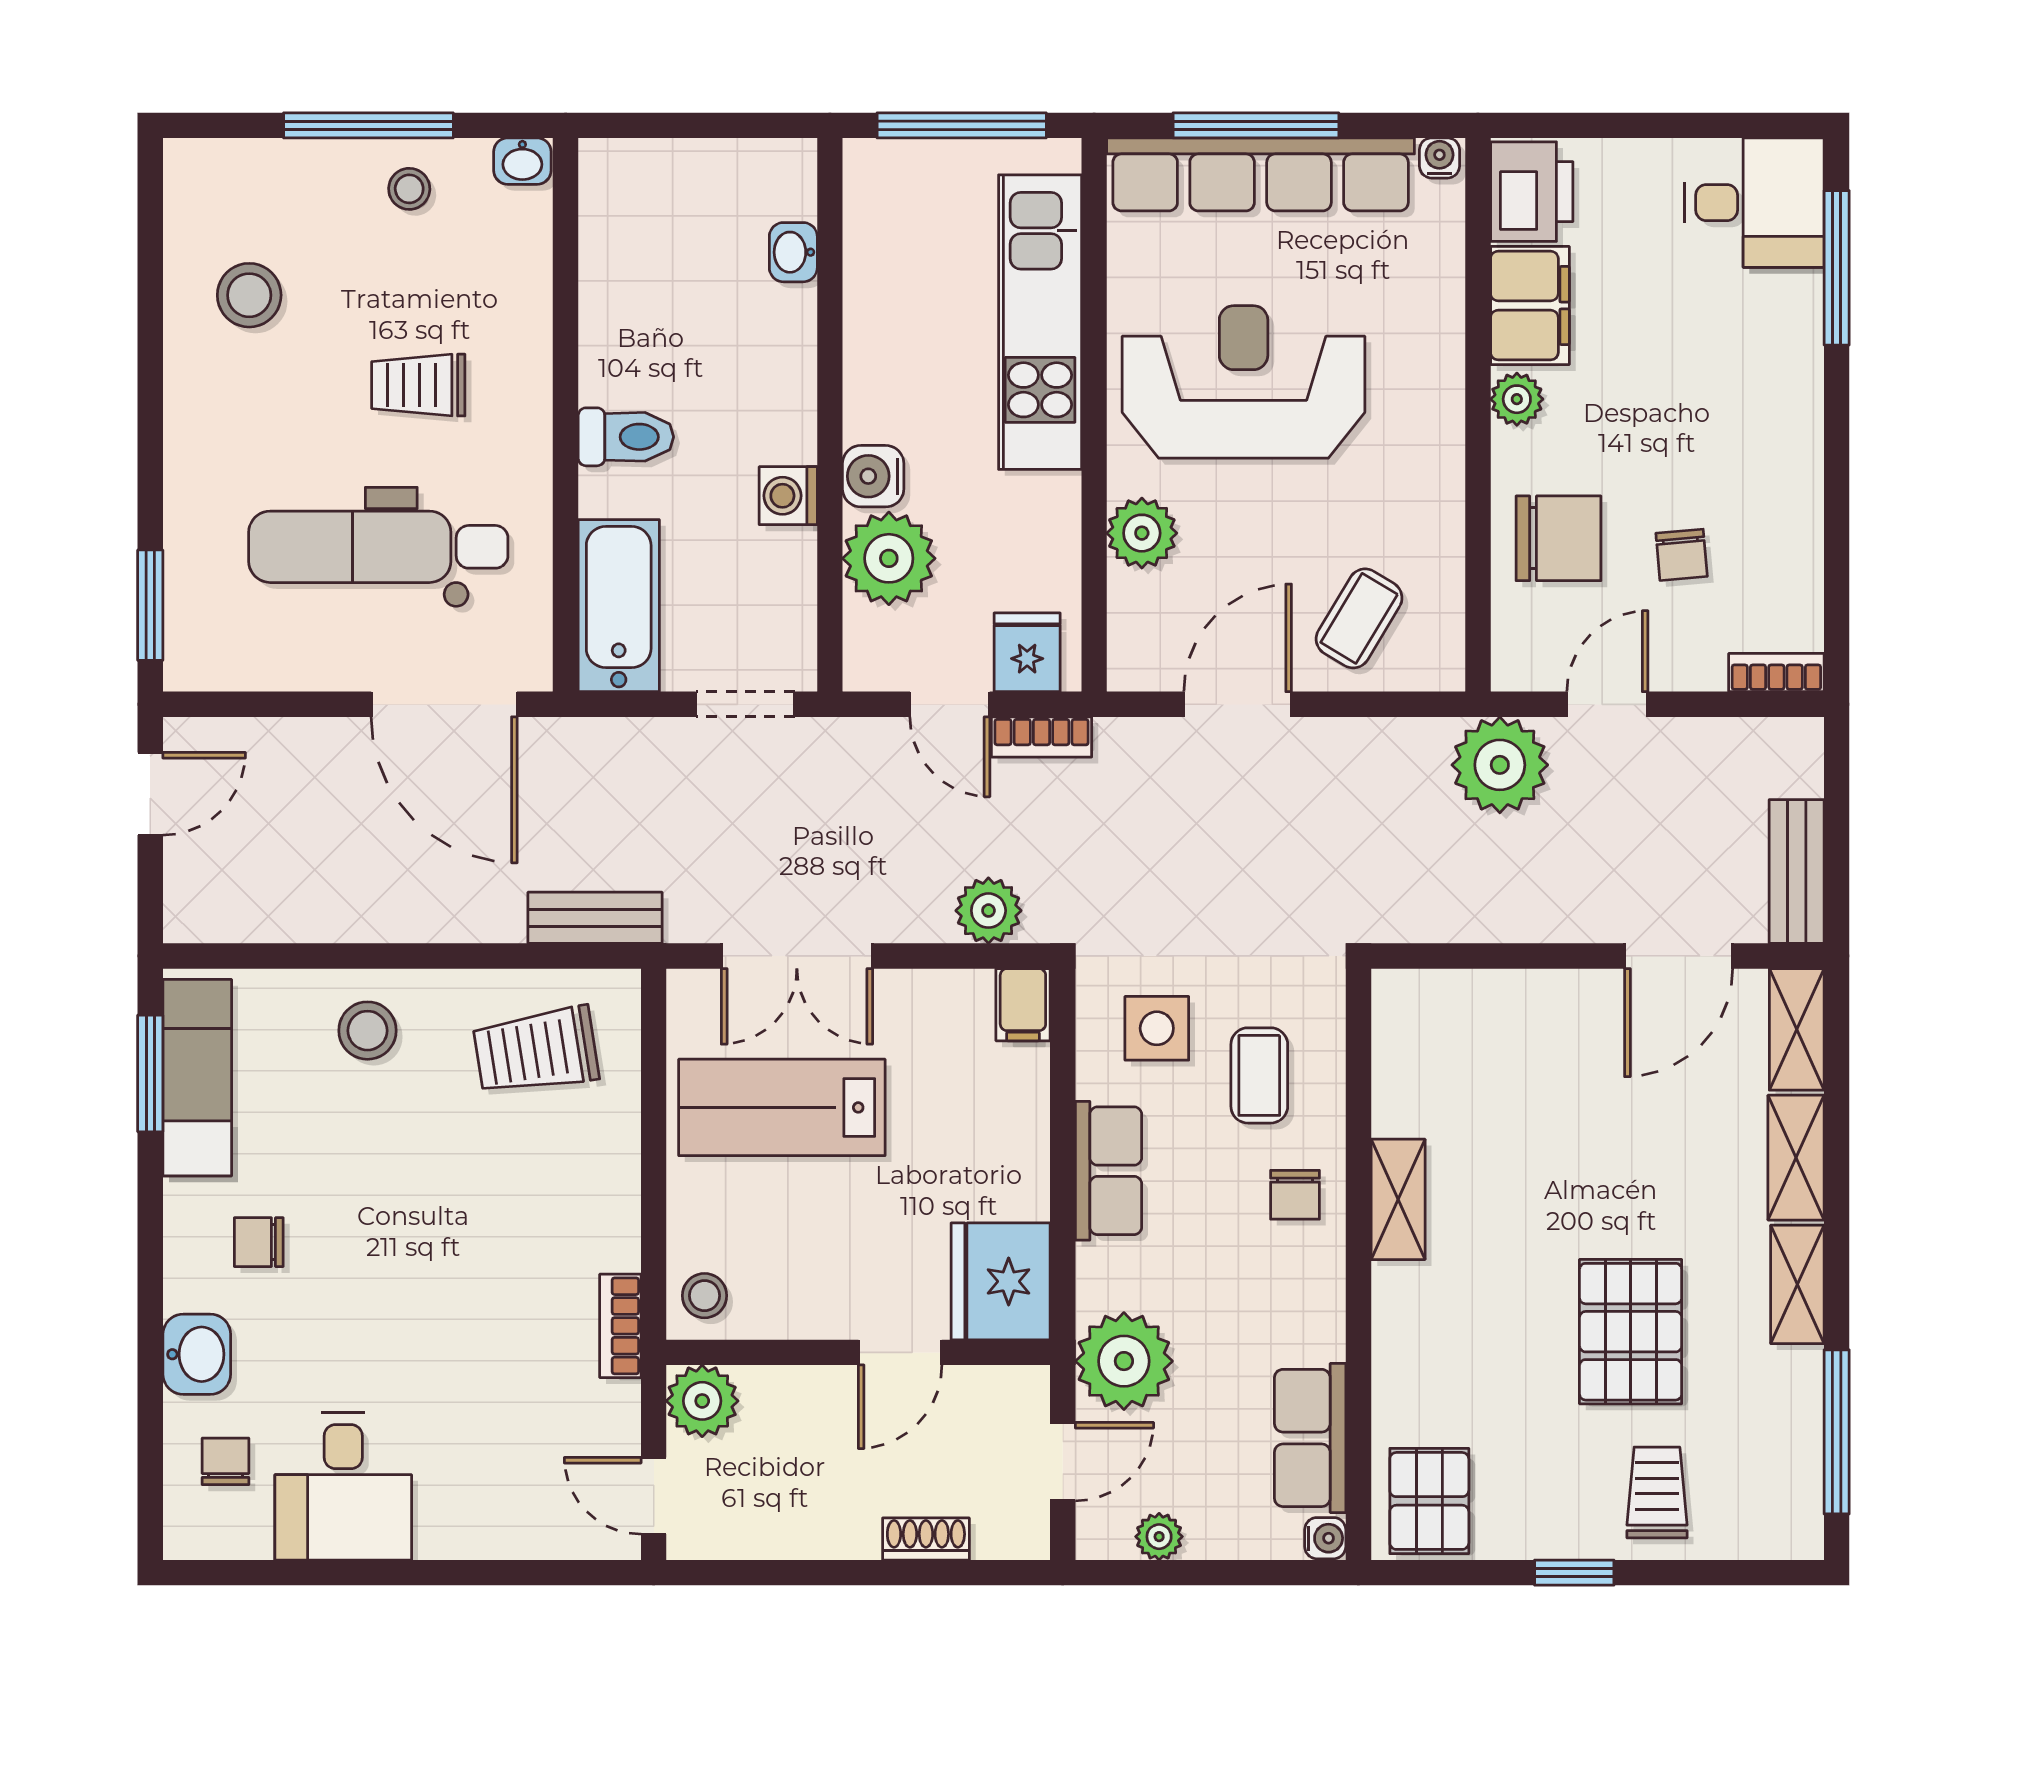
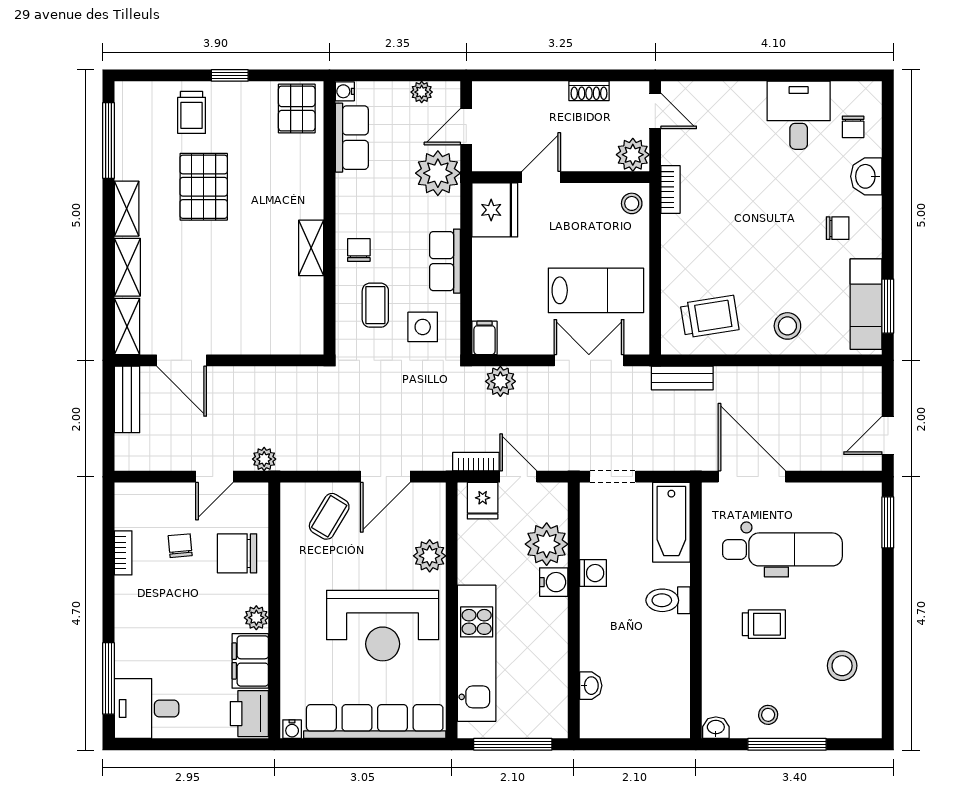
window: (1256, 125) -> (377, 744), removed
bookcase: (1776, 673) -> (123, 553), moved, turned -90
plant: (1500, 765) -> (264, 459), width x0.53, depth x0.53
door: (1679, 956) -> (182, 360), swing flipped
shoe rack: (926, 1539) -> (589, 91), moved

